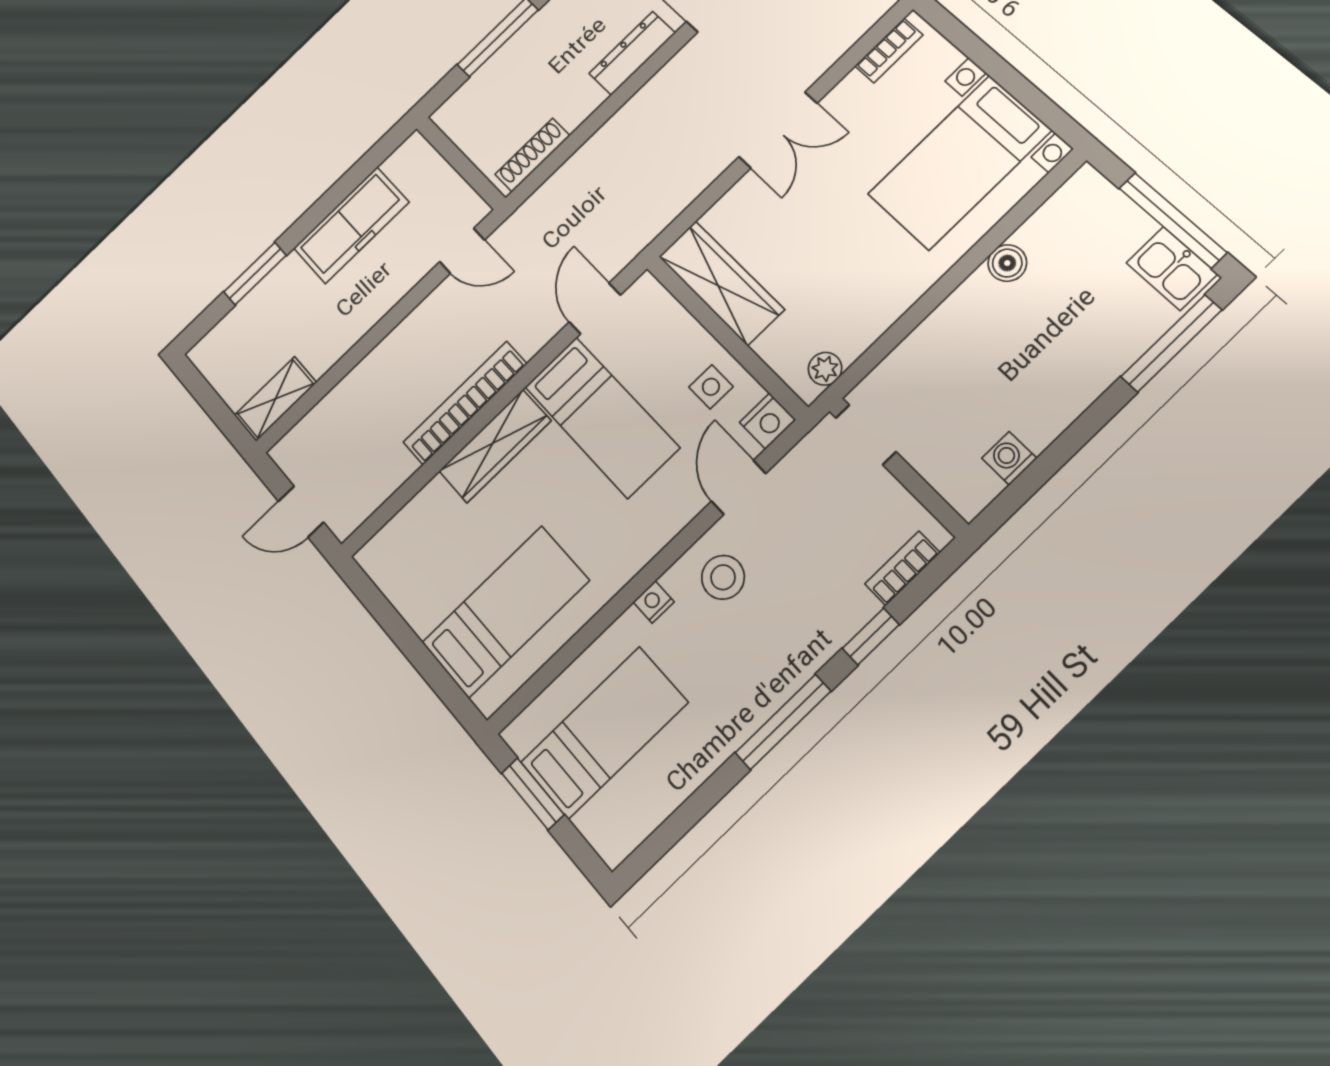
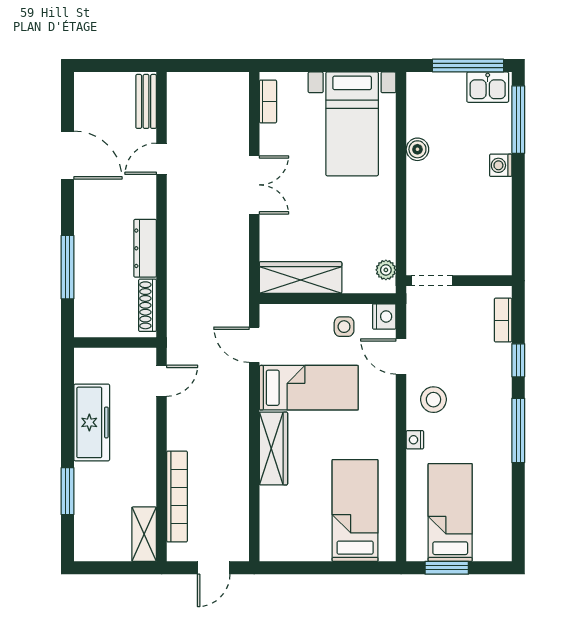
dresser: (632, 53) -> (145, 248), moved
bookcase: (465, 403) -> (177, 496), moved, turned 180
washing machine: (1009, 458) -> (501, 165), moved

